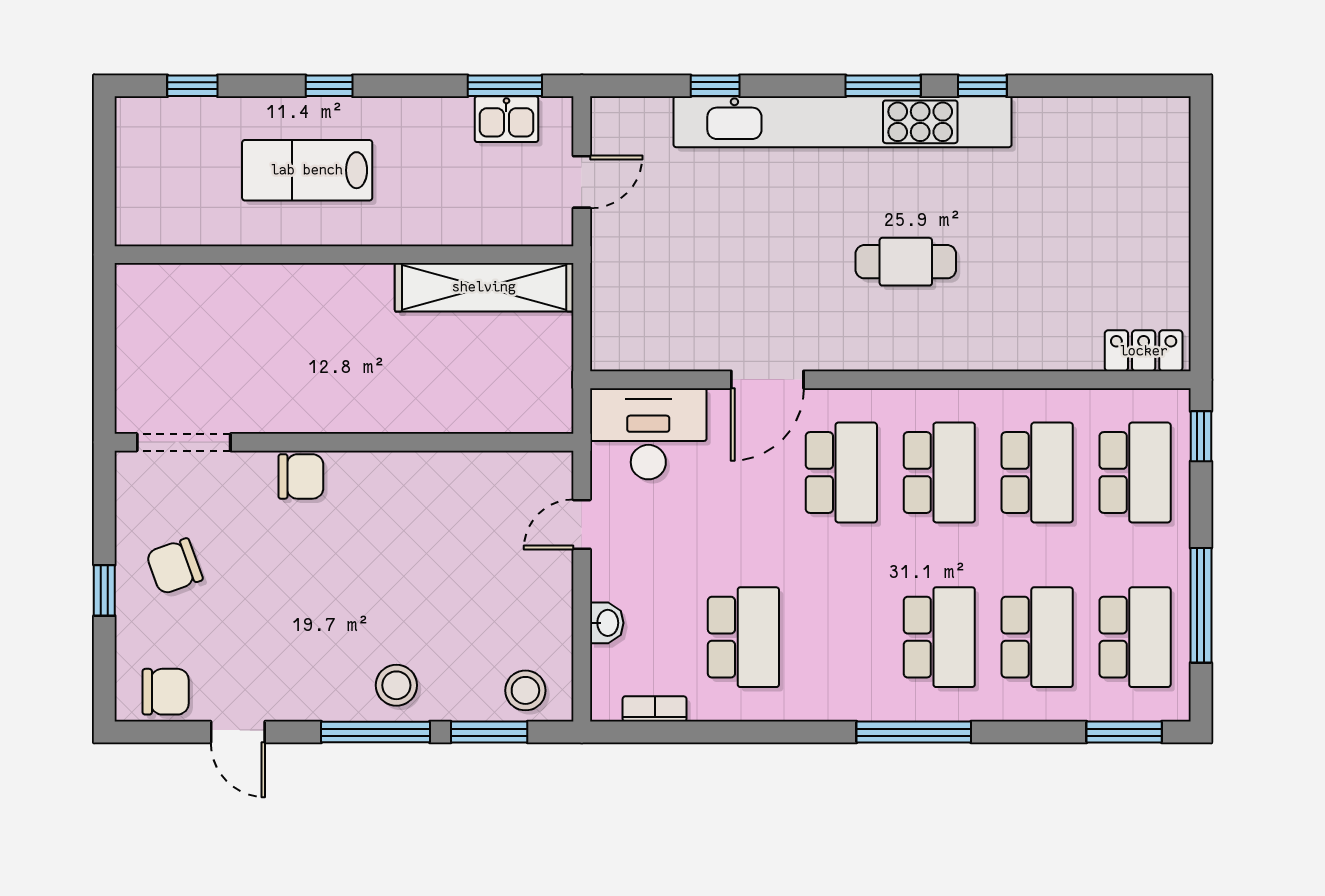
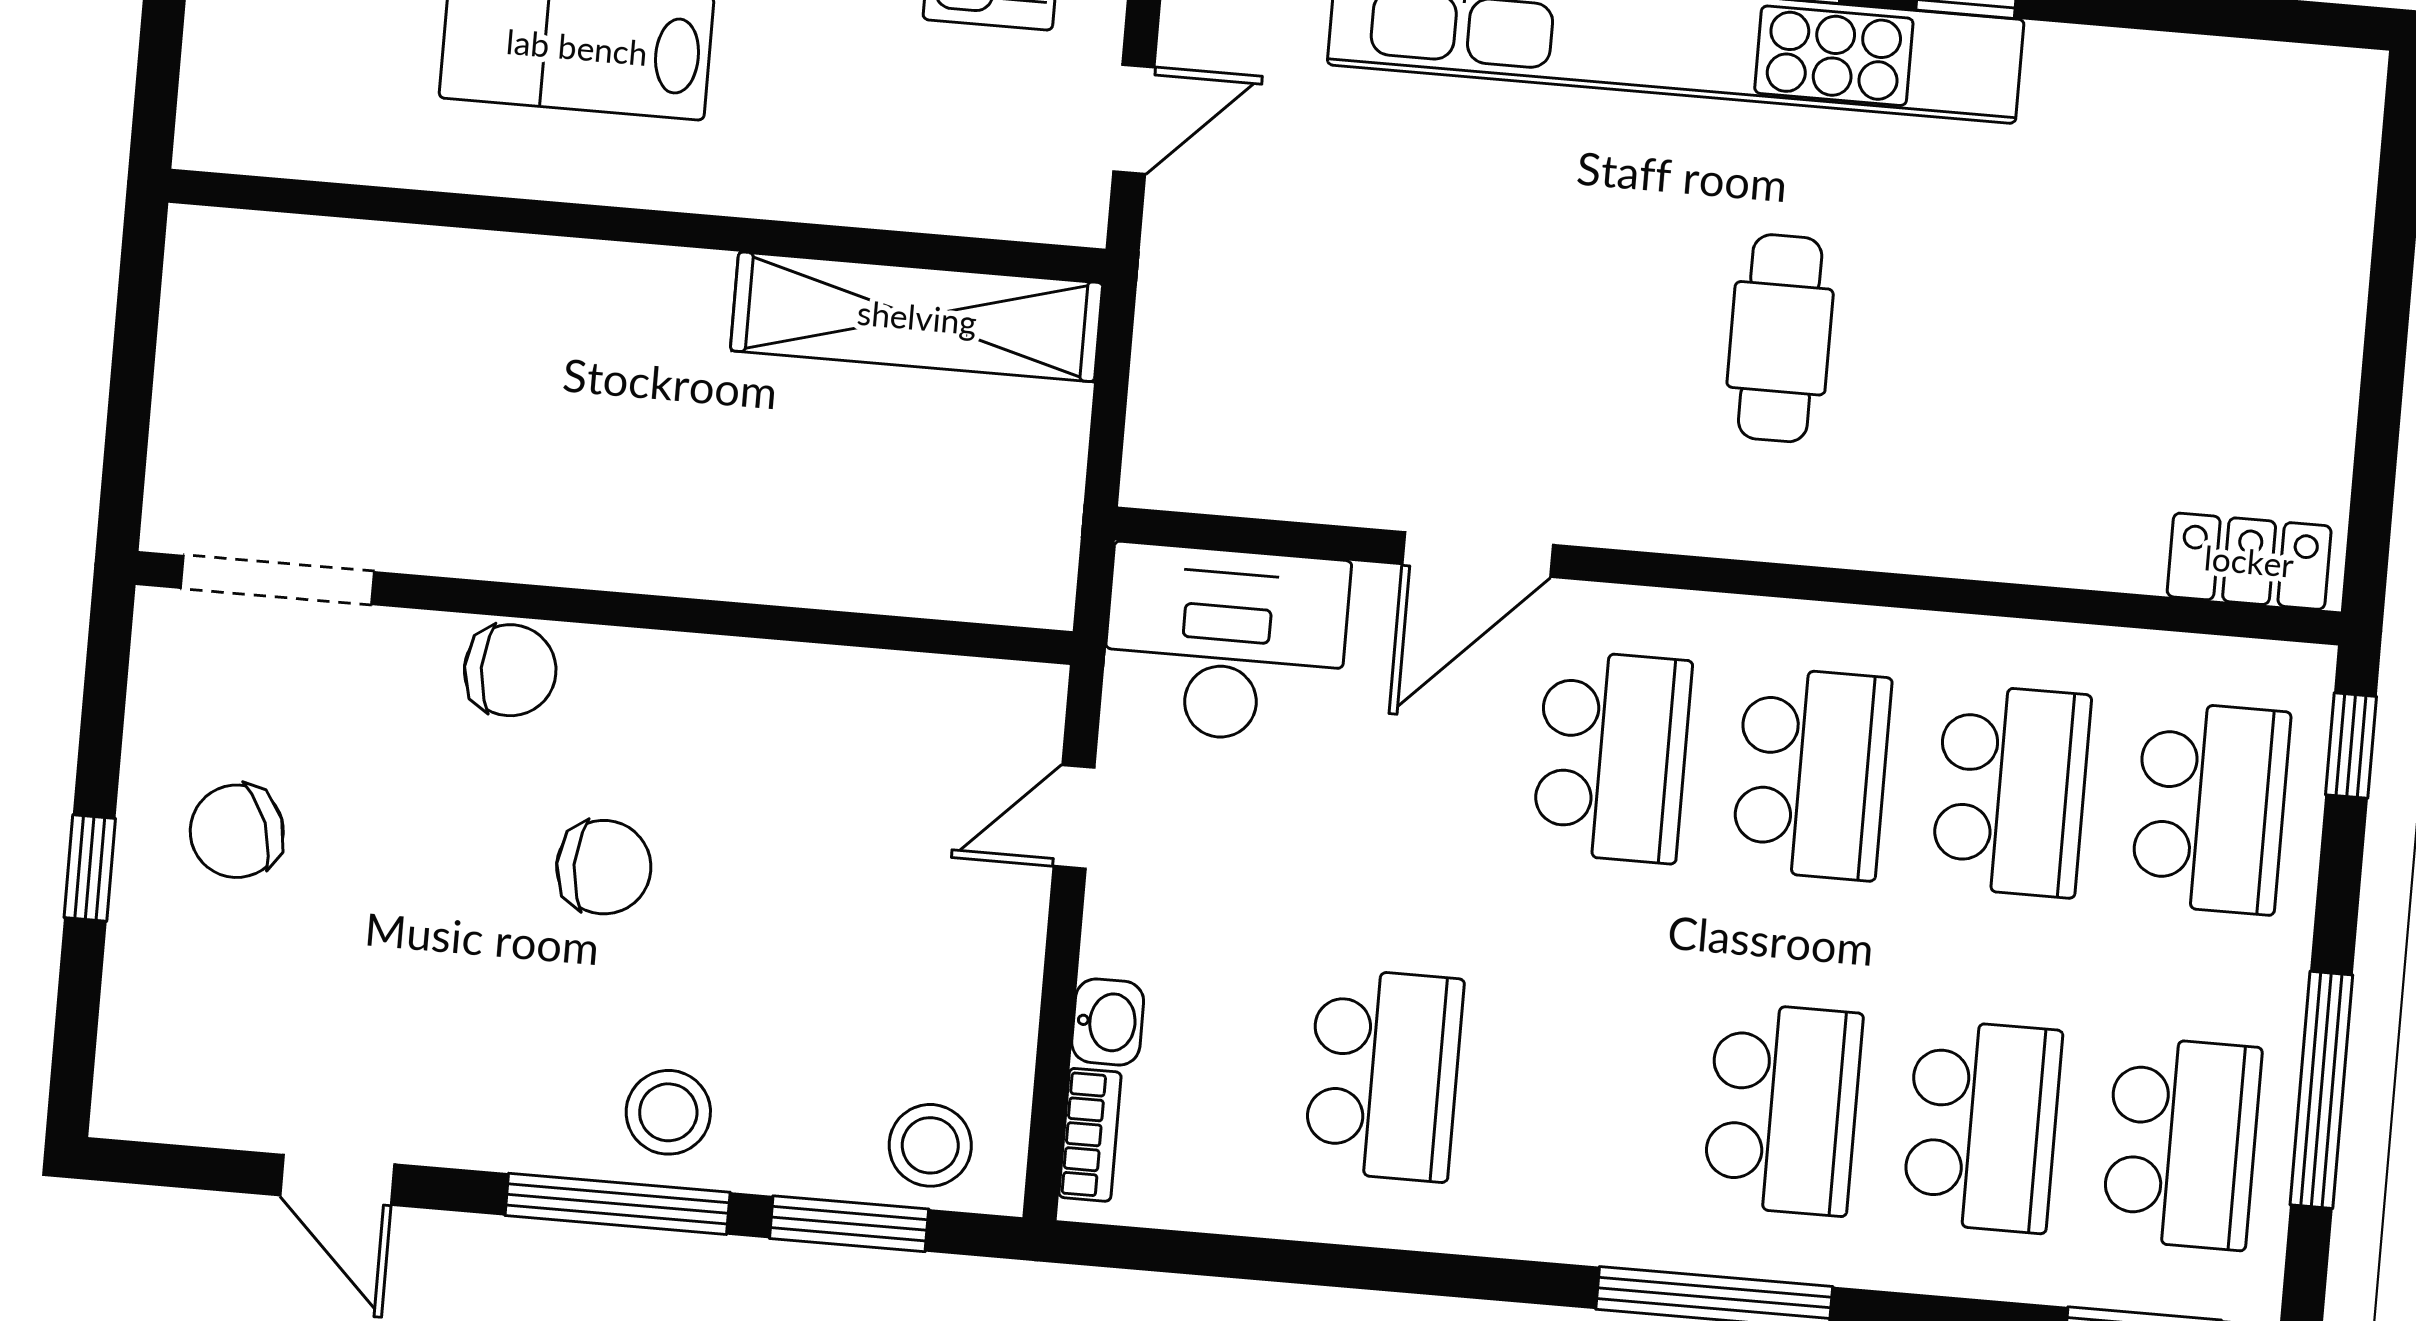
cafe table: (906, 262) -> (1780, 338), turned 90
chair: (166, 692) -> (604, 867), moved
bookcase: (655, 709) -> (1090, 1135), moved, turned 90

